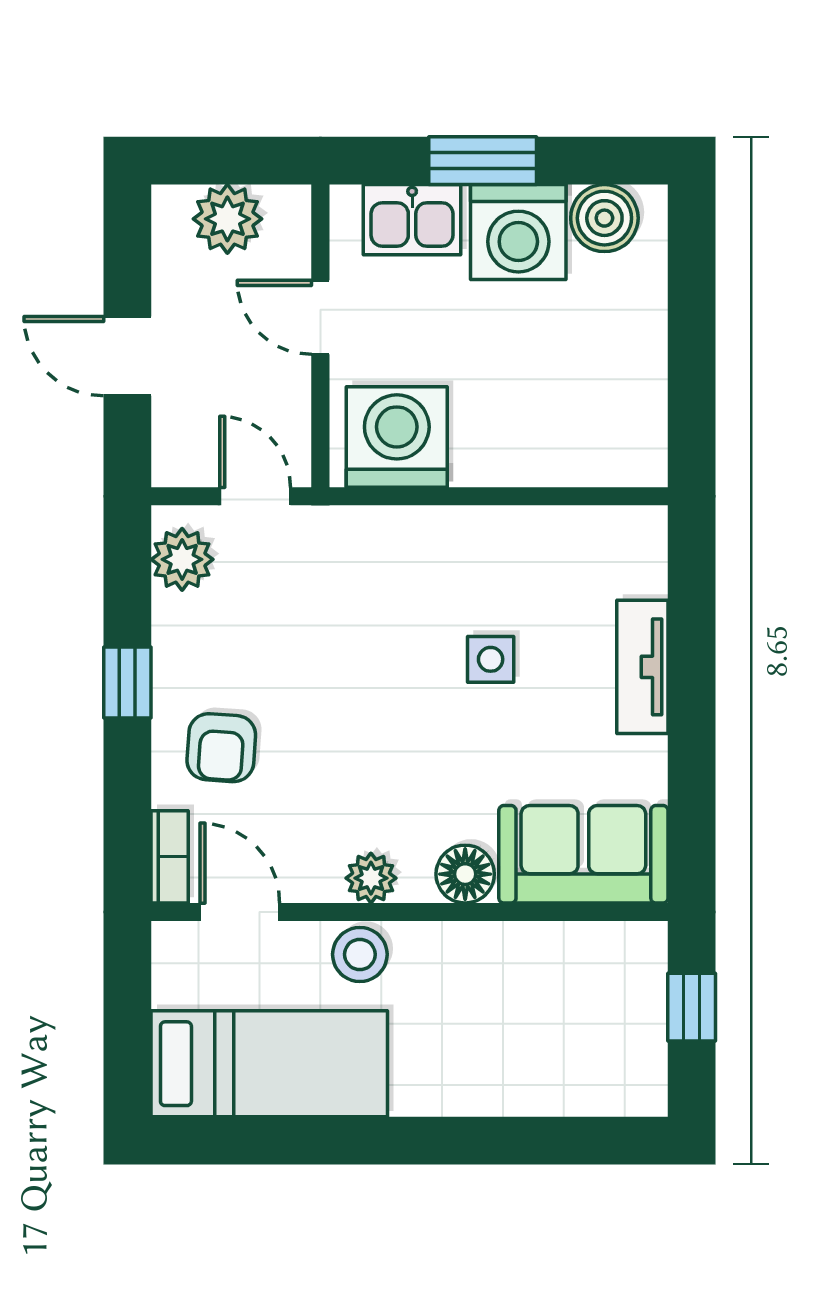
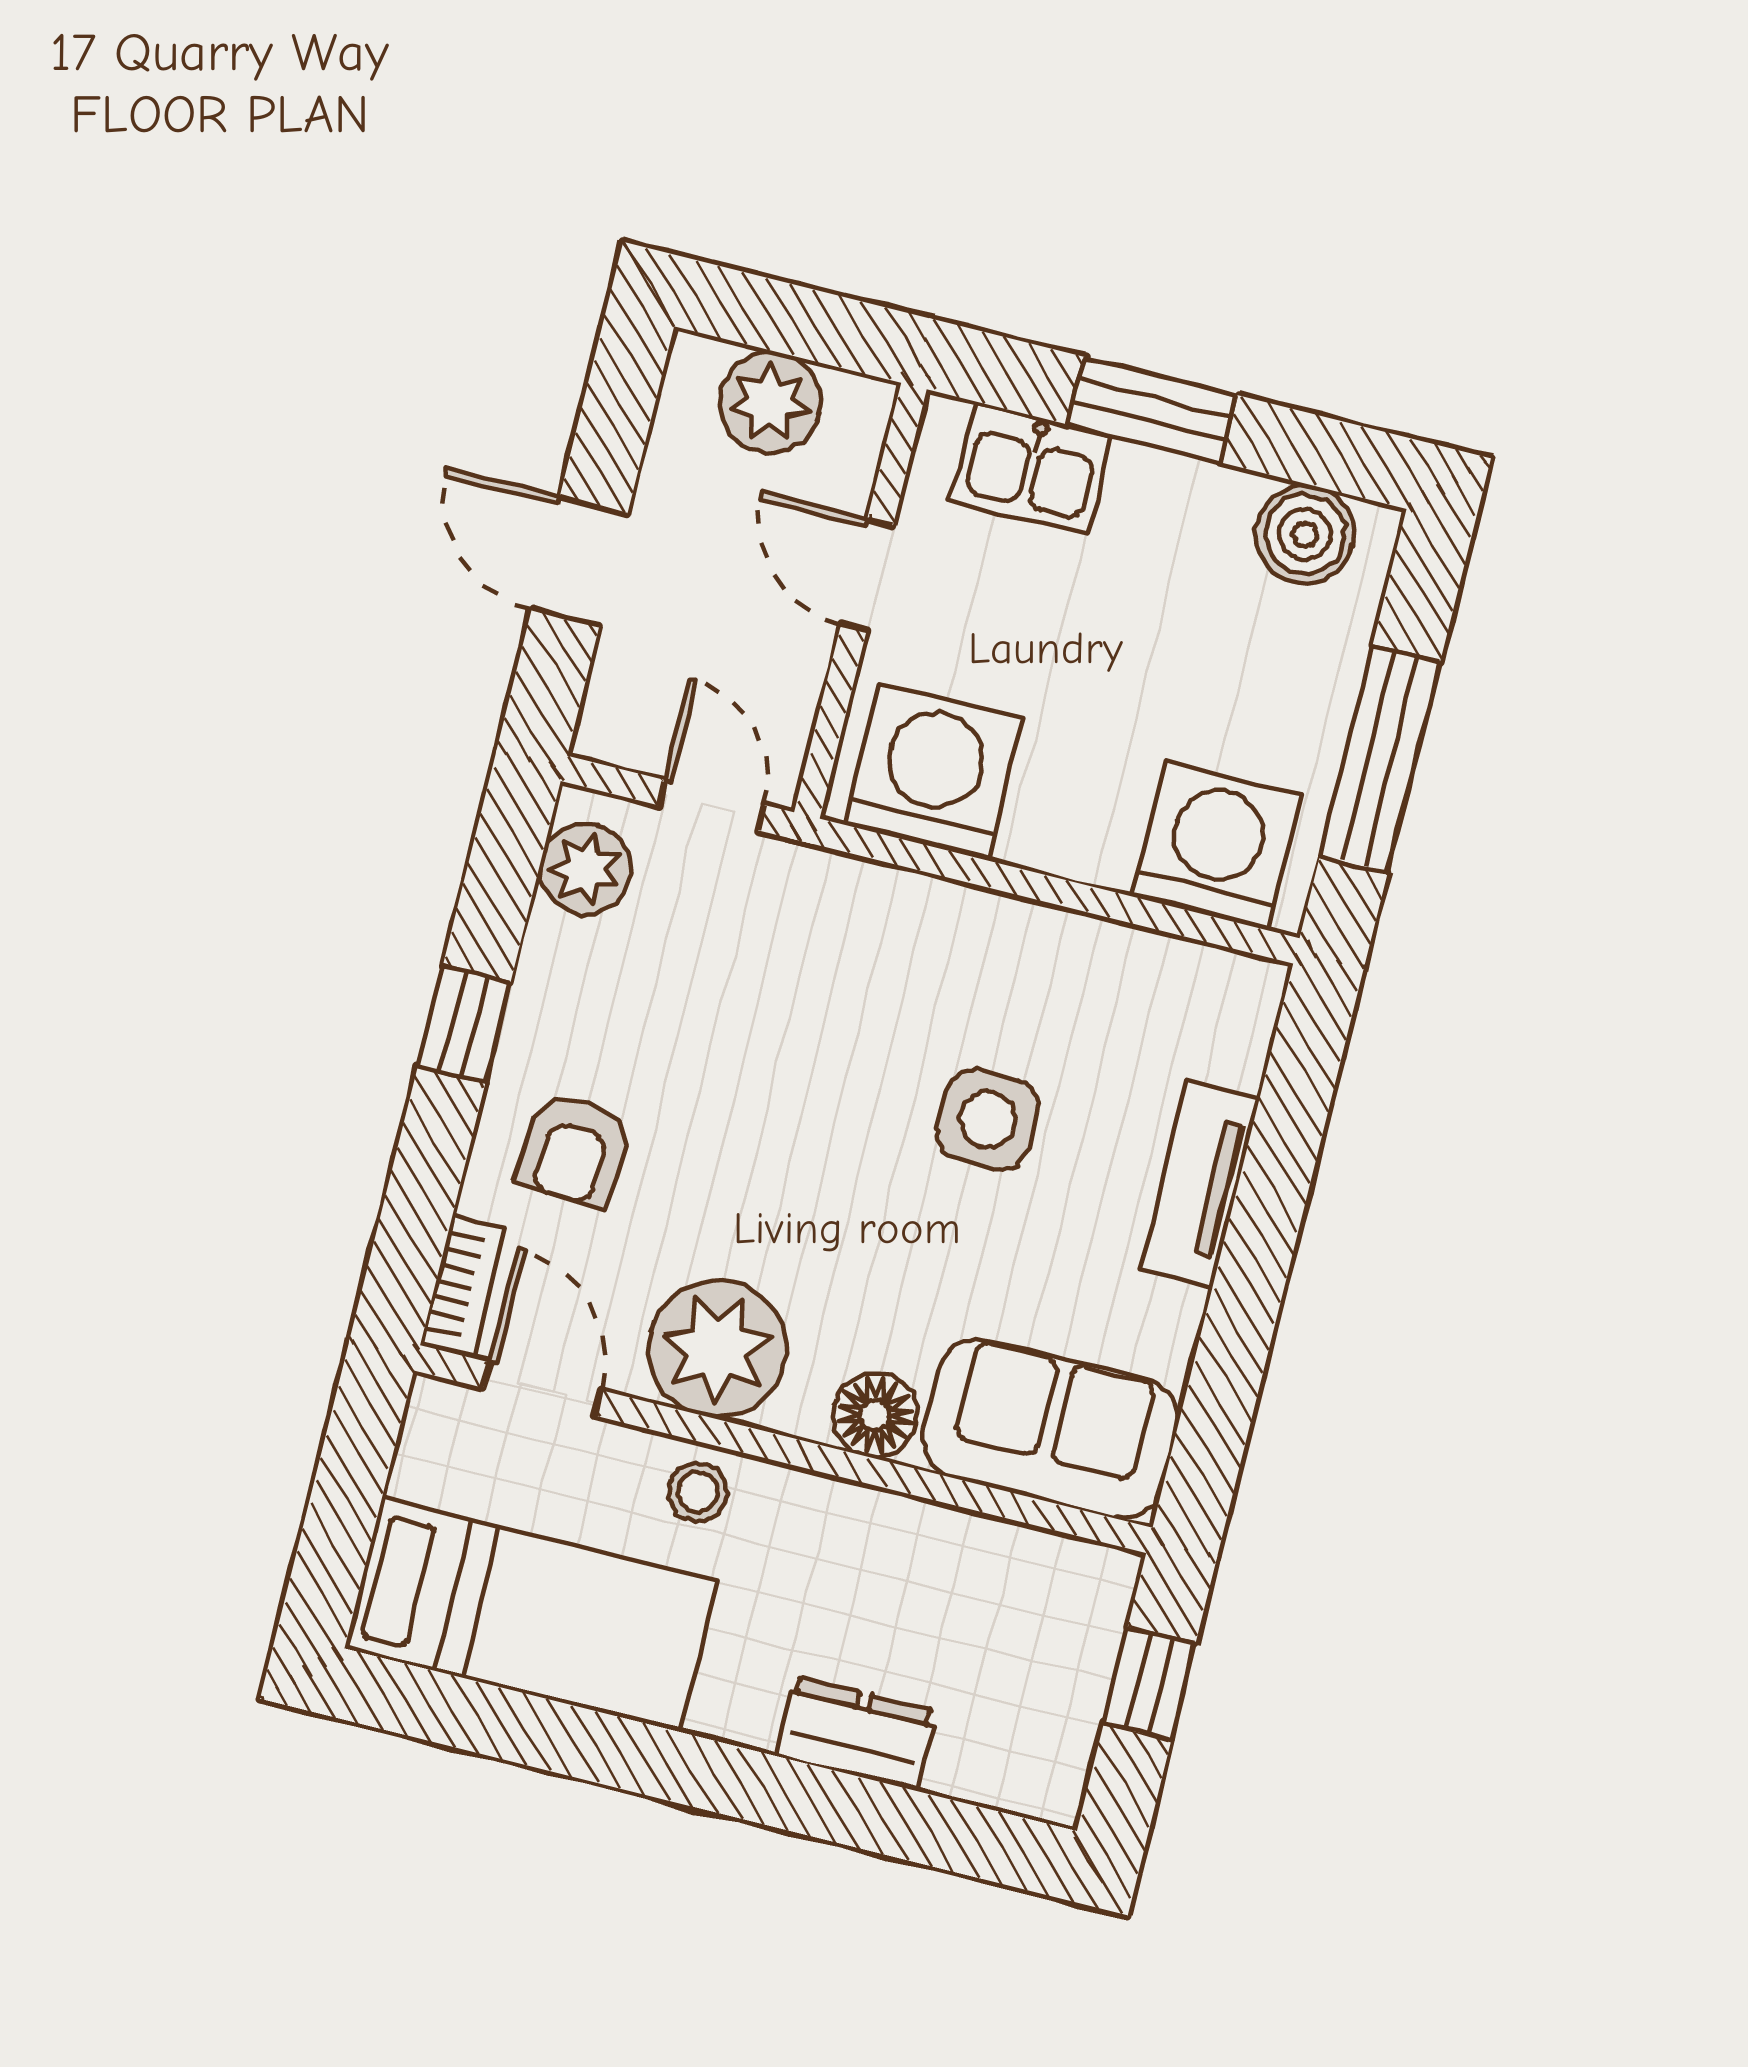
washing machine: (518, 232) -> (1216, 846), moved, turned 180
window: (692, 355) -> (1380, 759), added
side table: (491, 659) -> (987, 1120), width x1.37, depth x1.37
plant: (371, 878) -> (717, 1349), width x1.88, depth x1.88
stool: (360, 954) -> (698, 1492), width x0.73, depth x0.73
dresser: (505, 1089) -> (856, 1734), added

